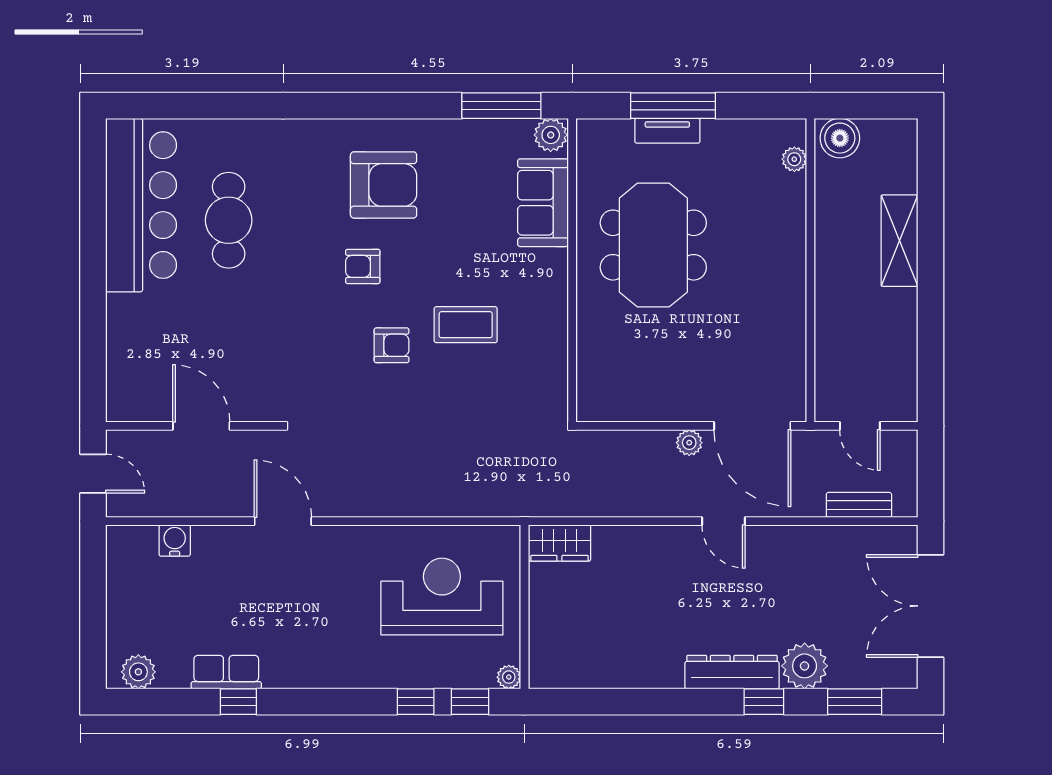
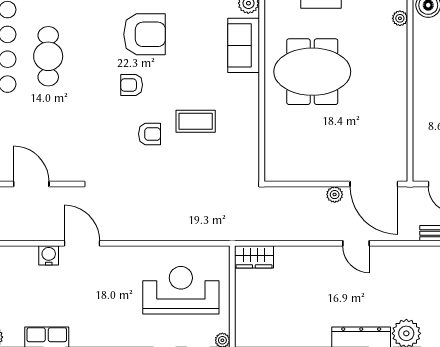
meeting table: (653, 245) -> (312, 72), turned 90
water cooler: (175, 541) -> (49, 255), moved

